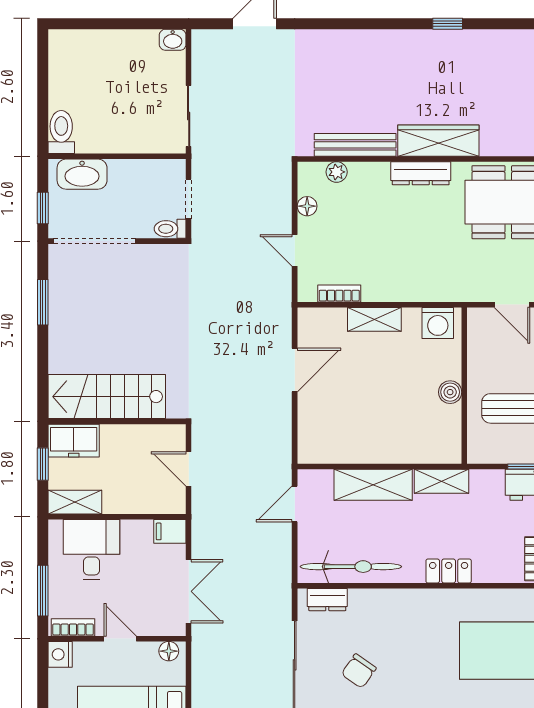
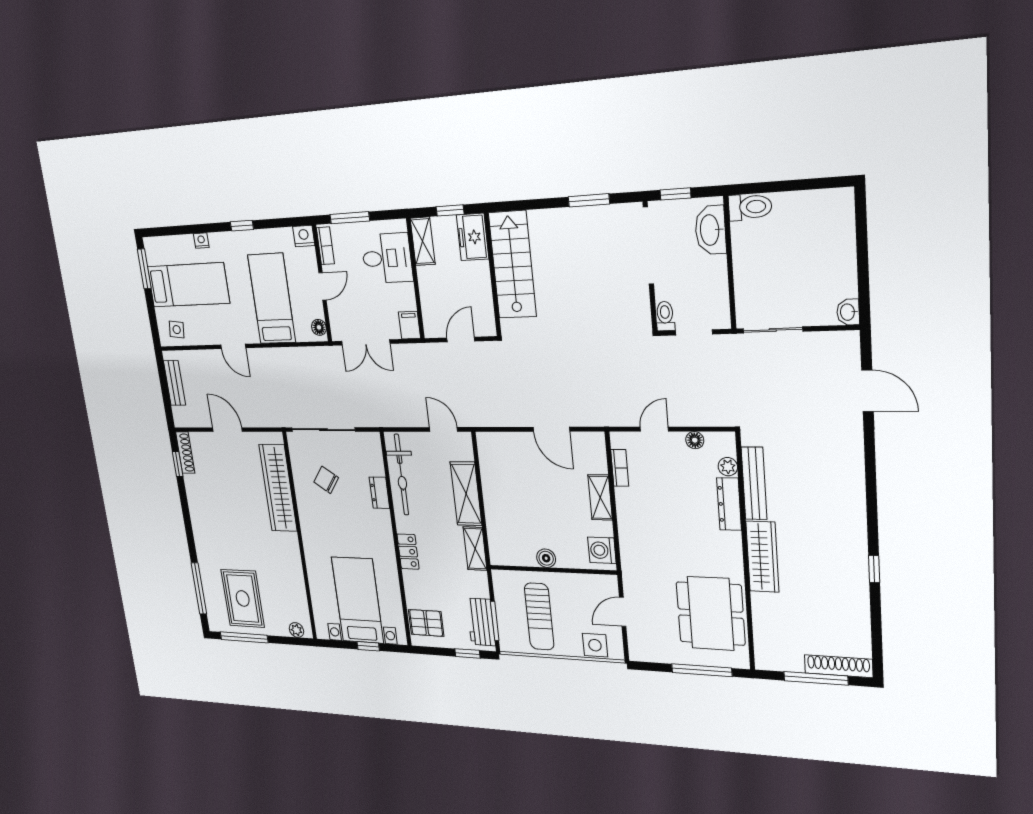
dresser: (421, 173) -> (729, 504), moved
dresser: (327, 600) -> (379, 493), moved

